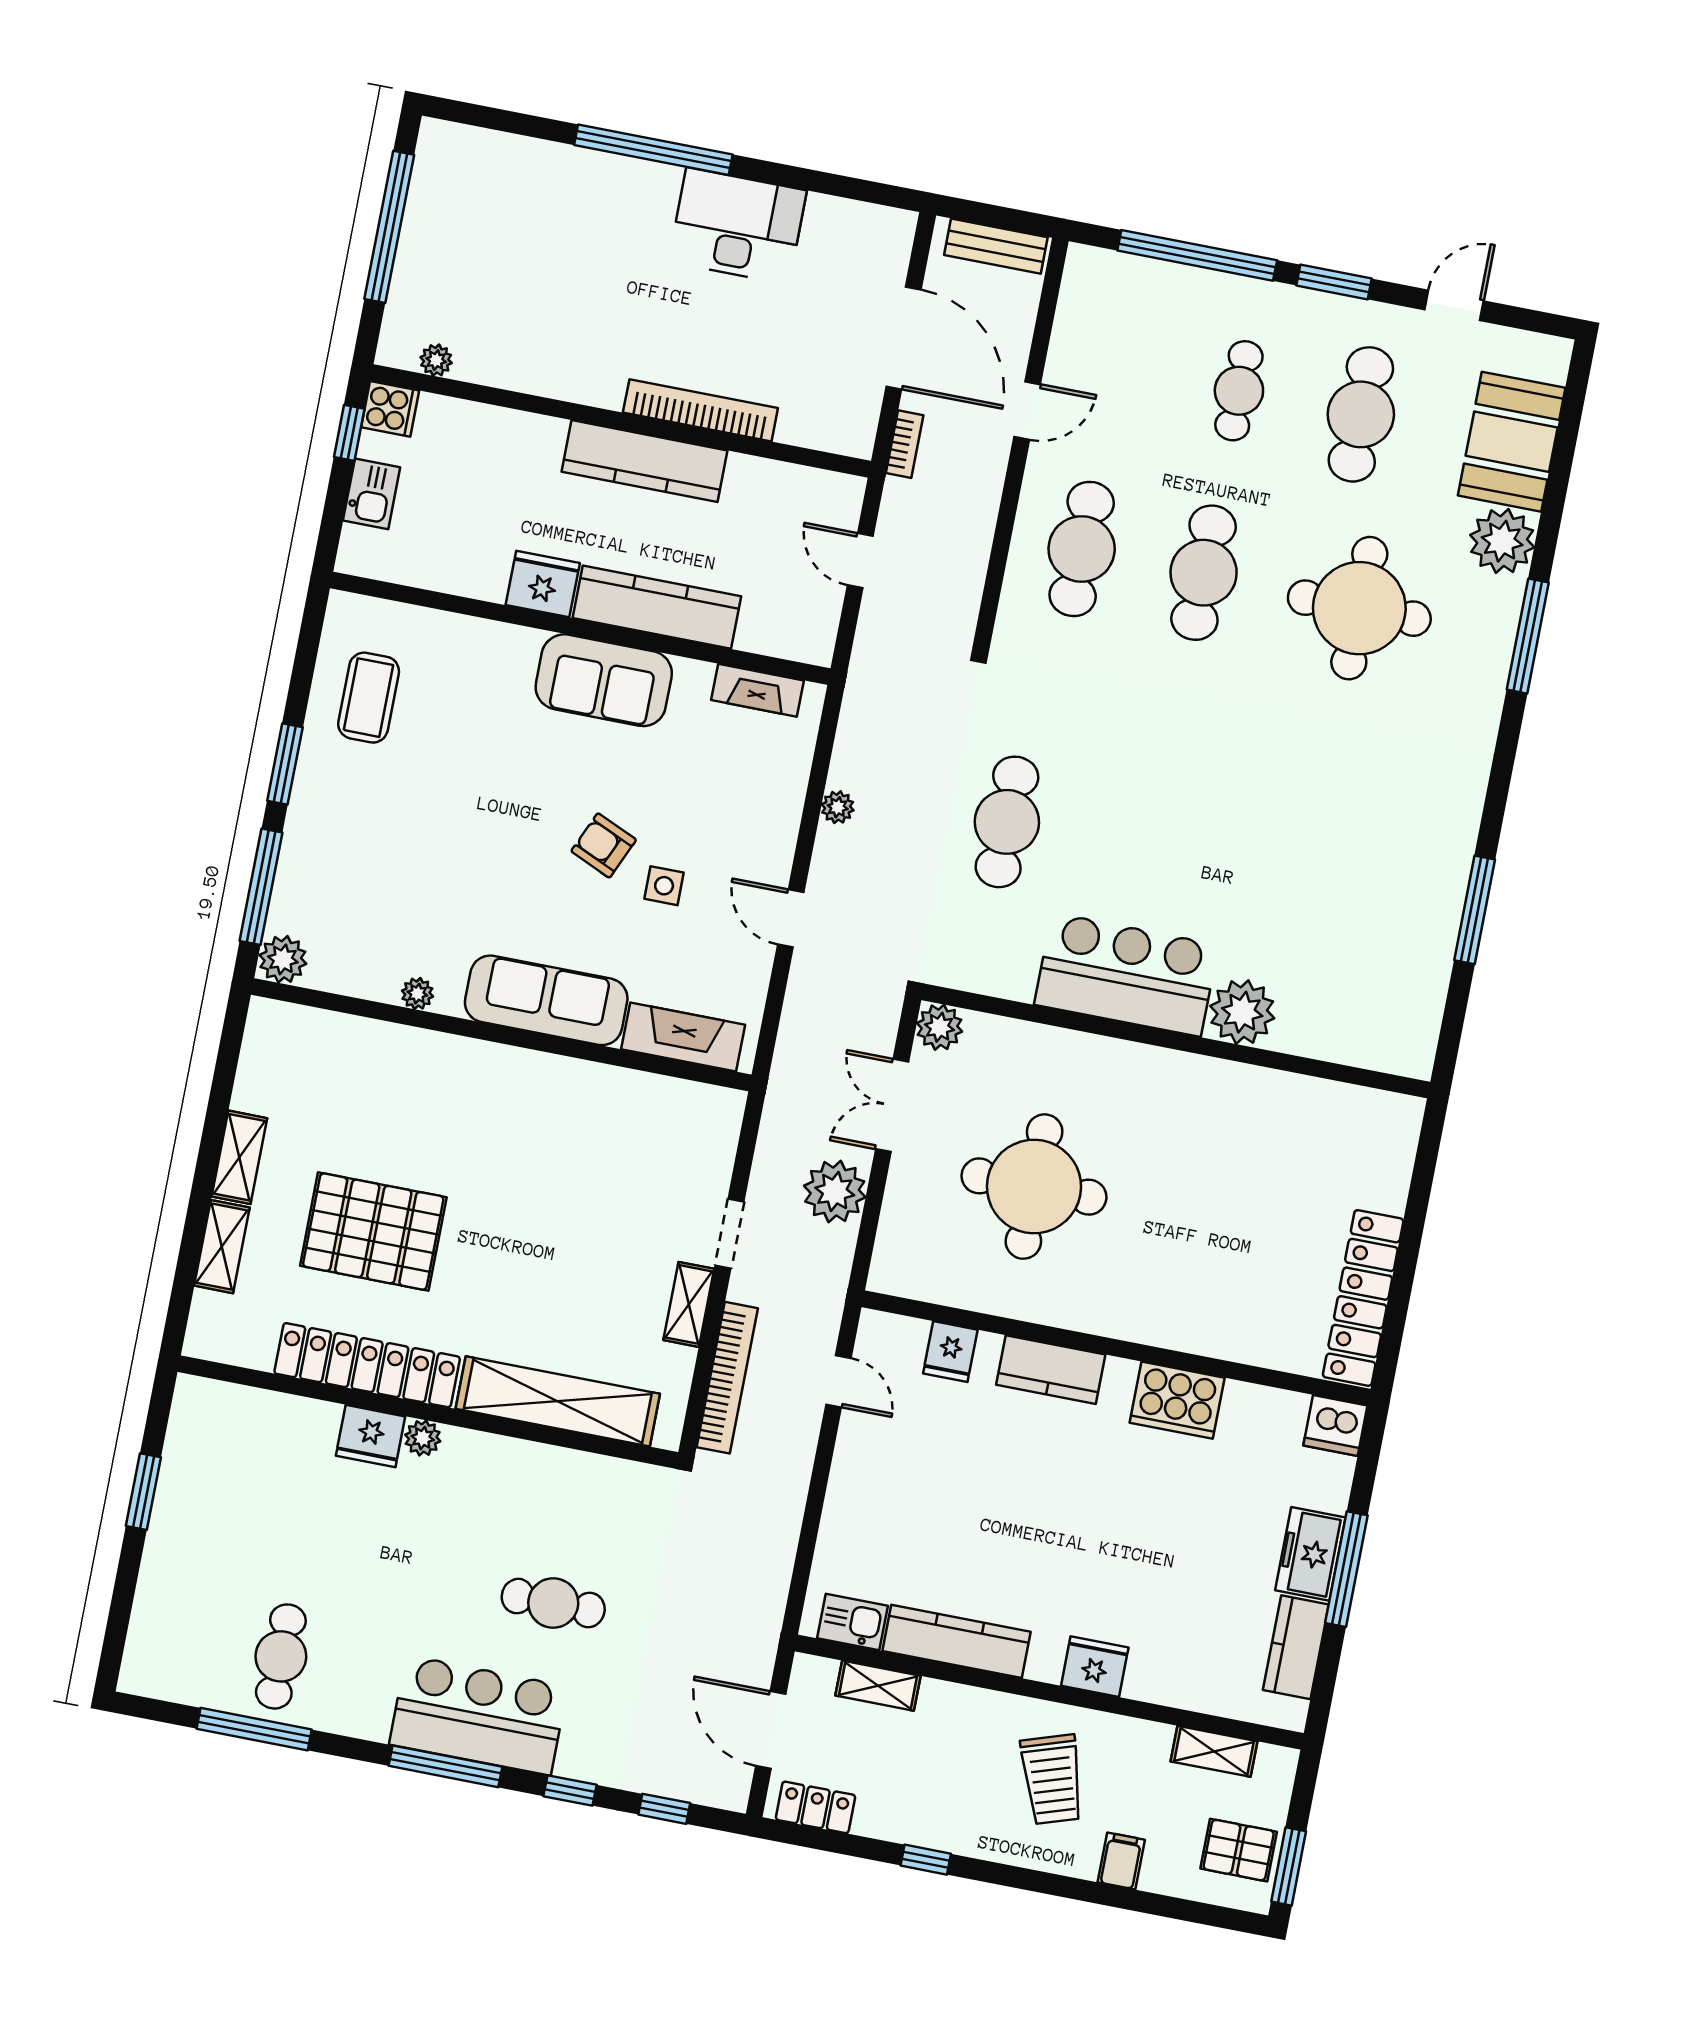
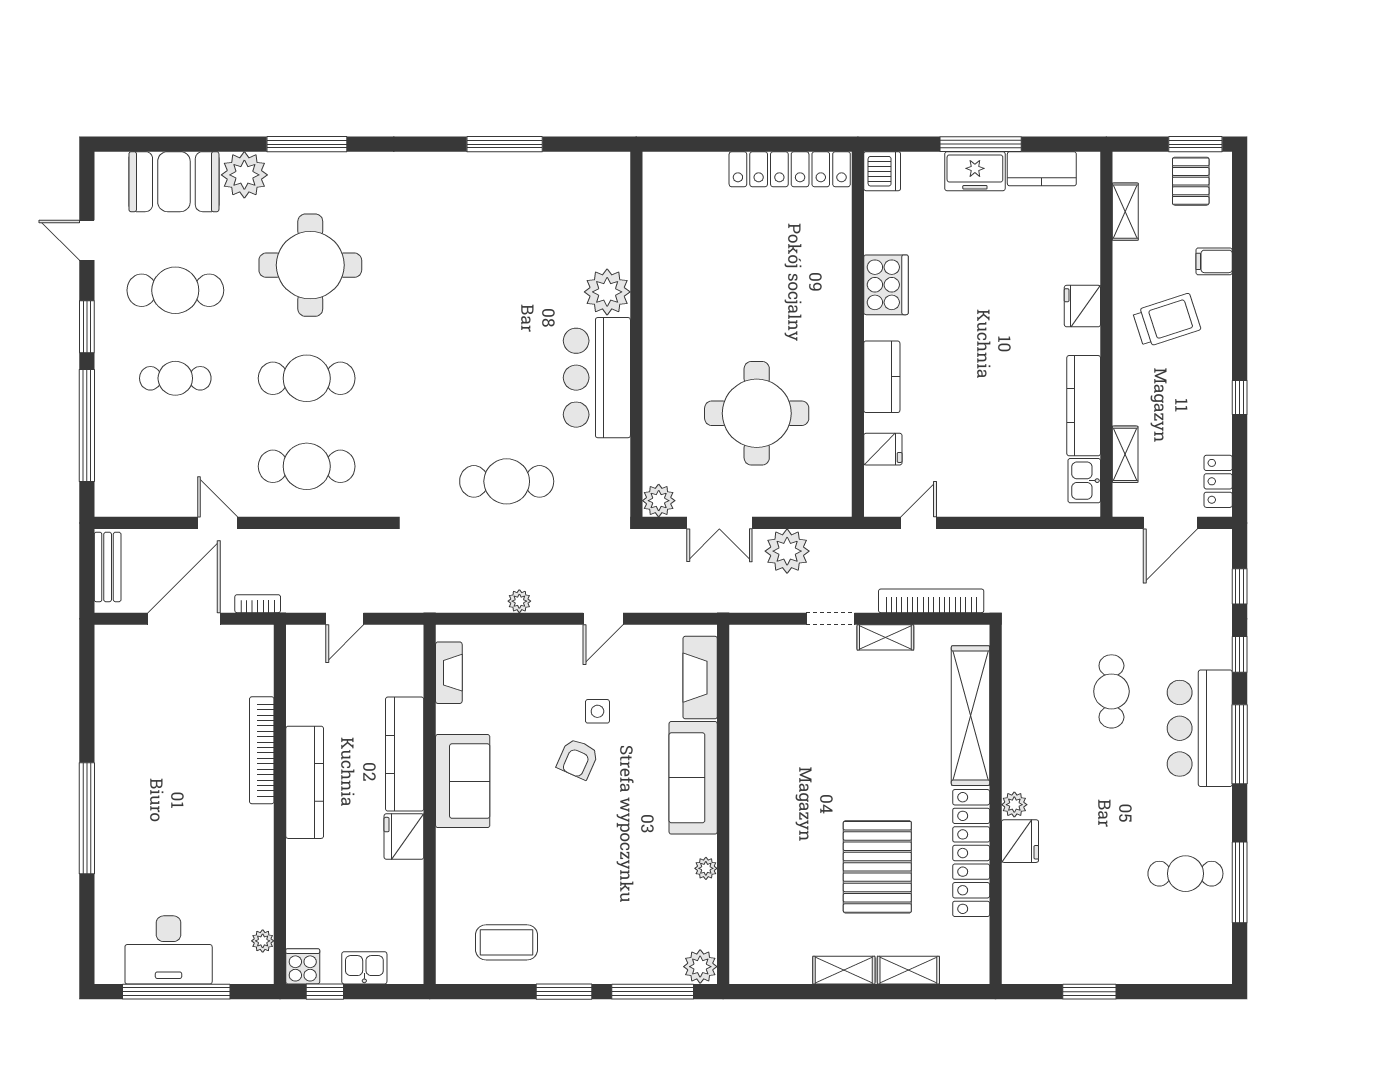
desk: (737, 226) -> (169, 950), moved, turned -90

